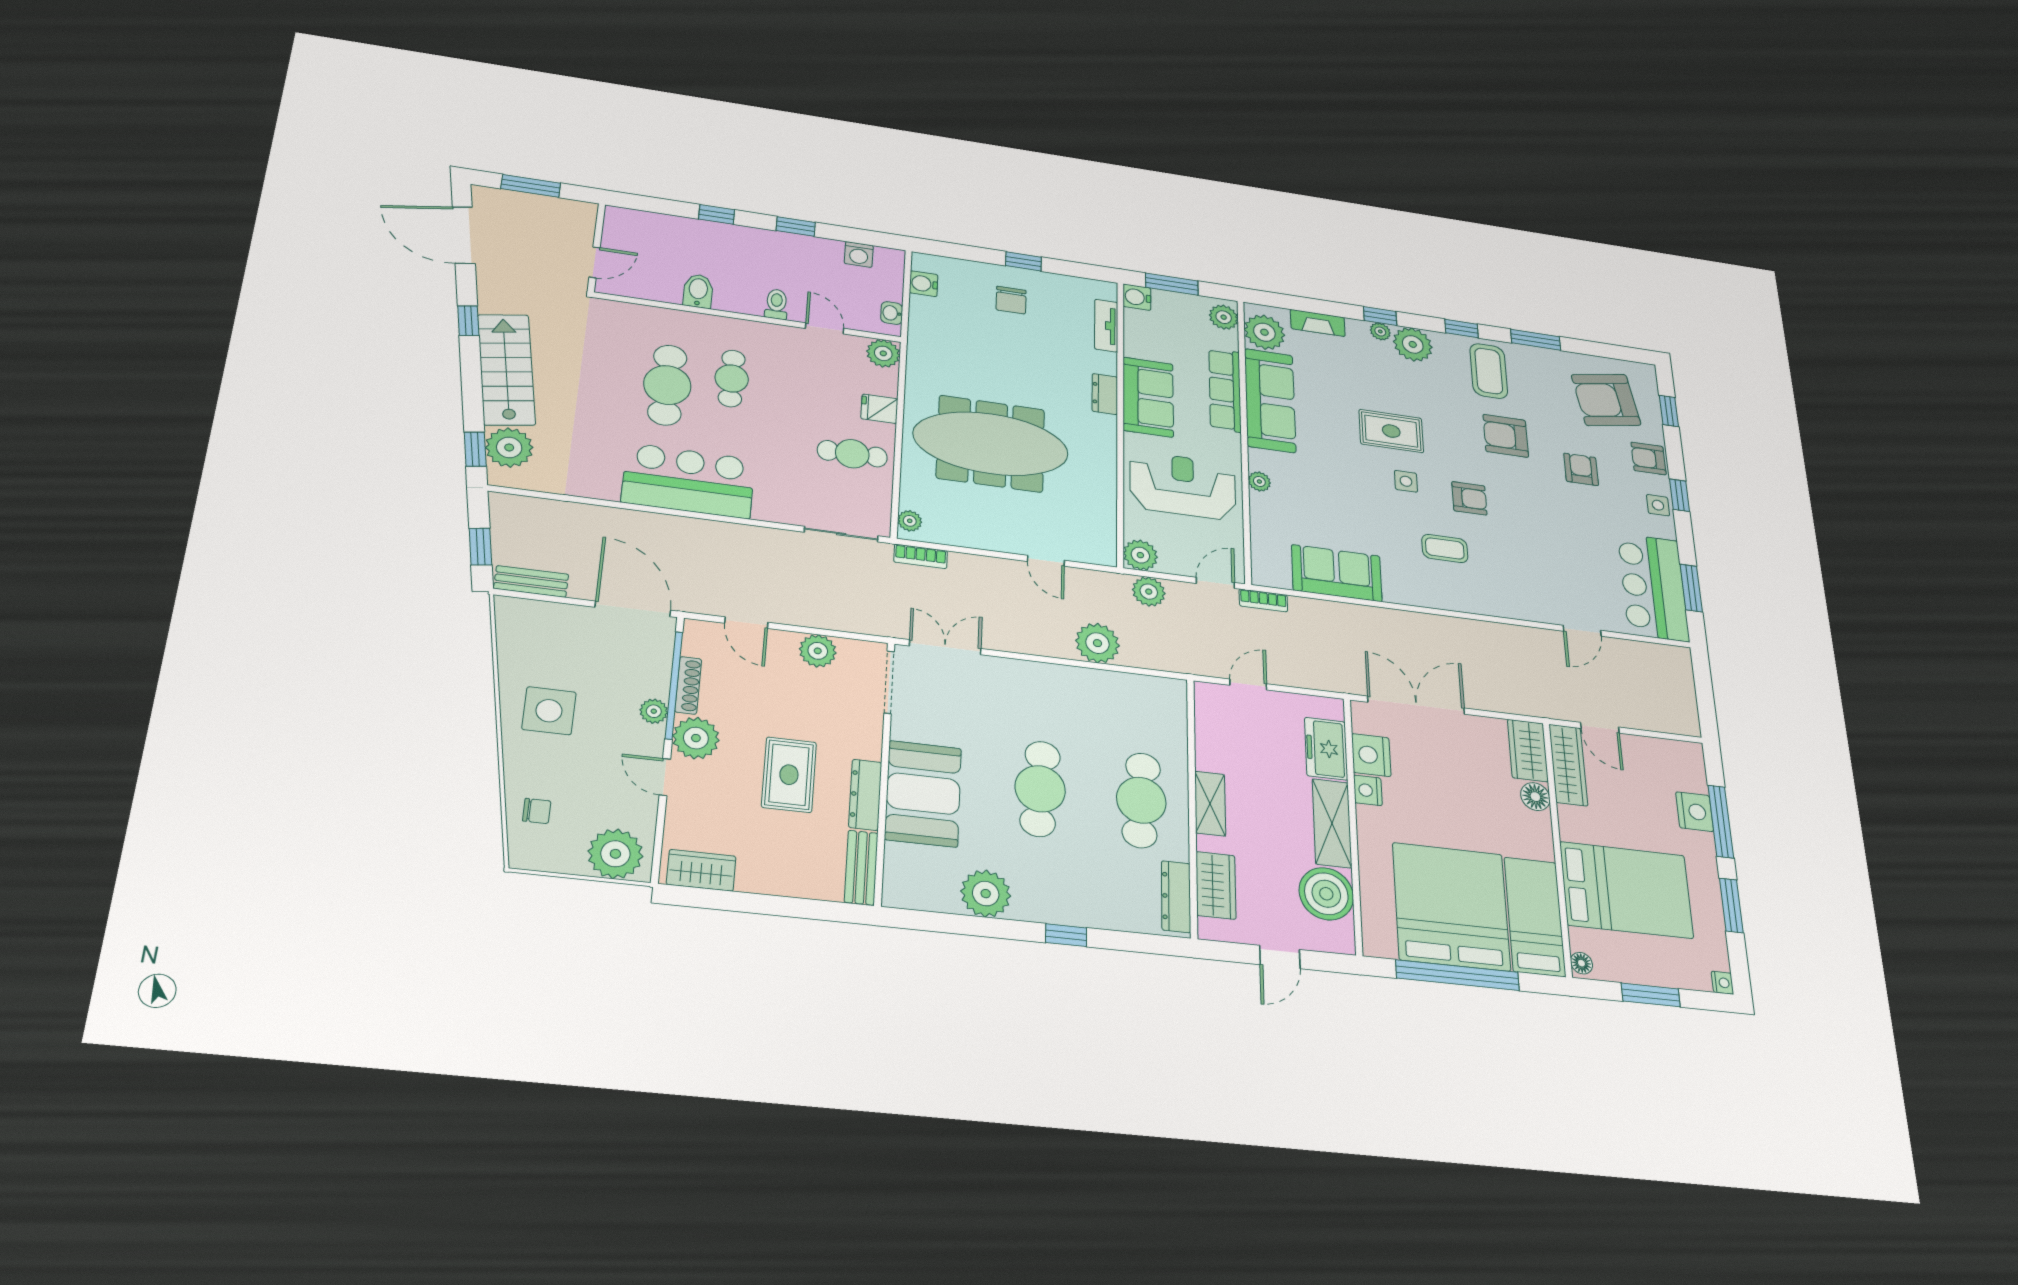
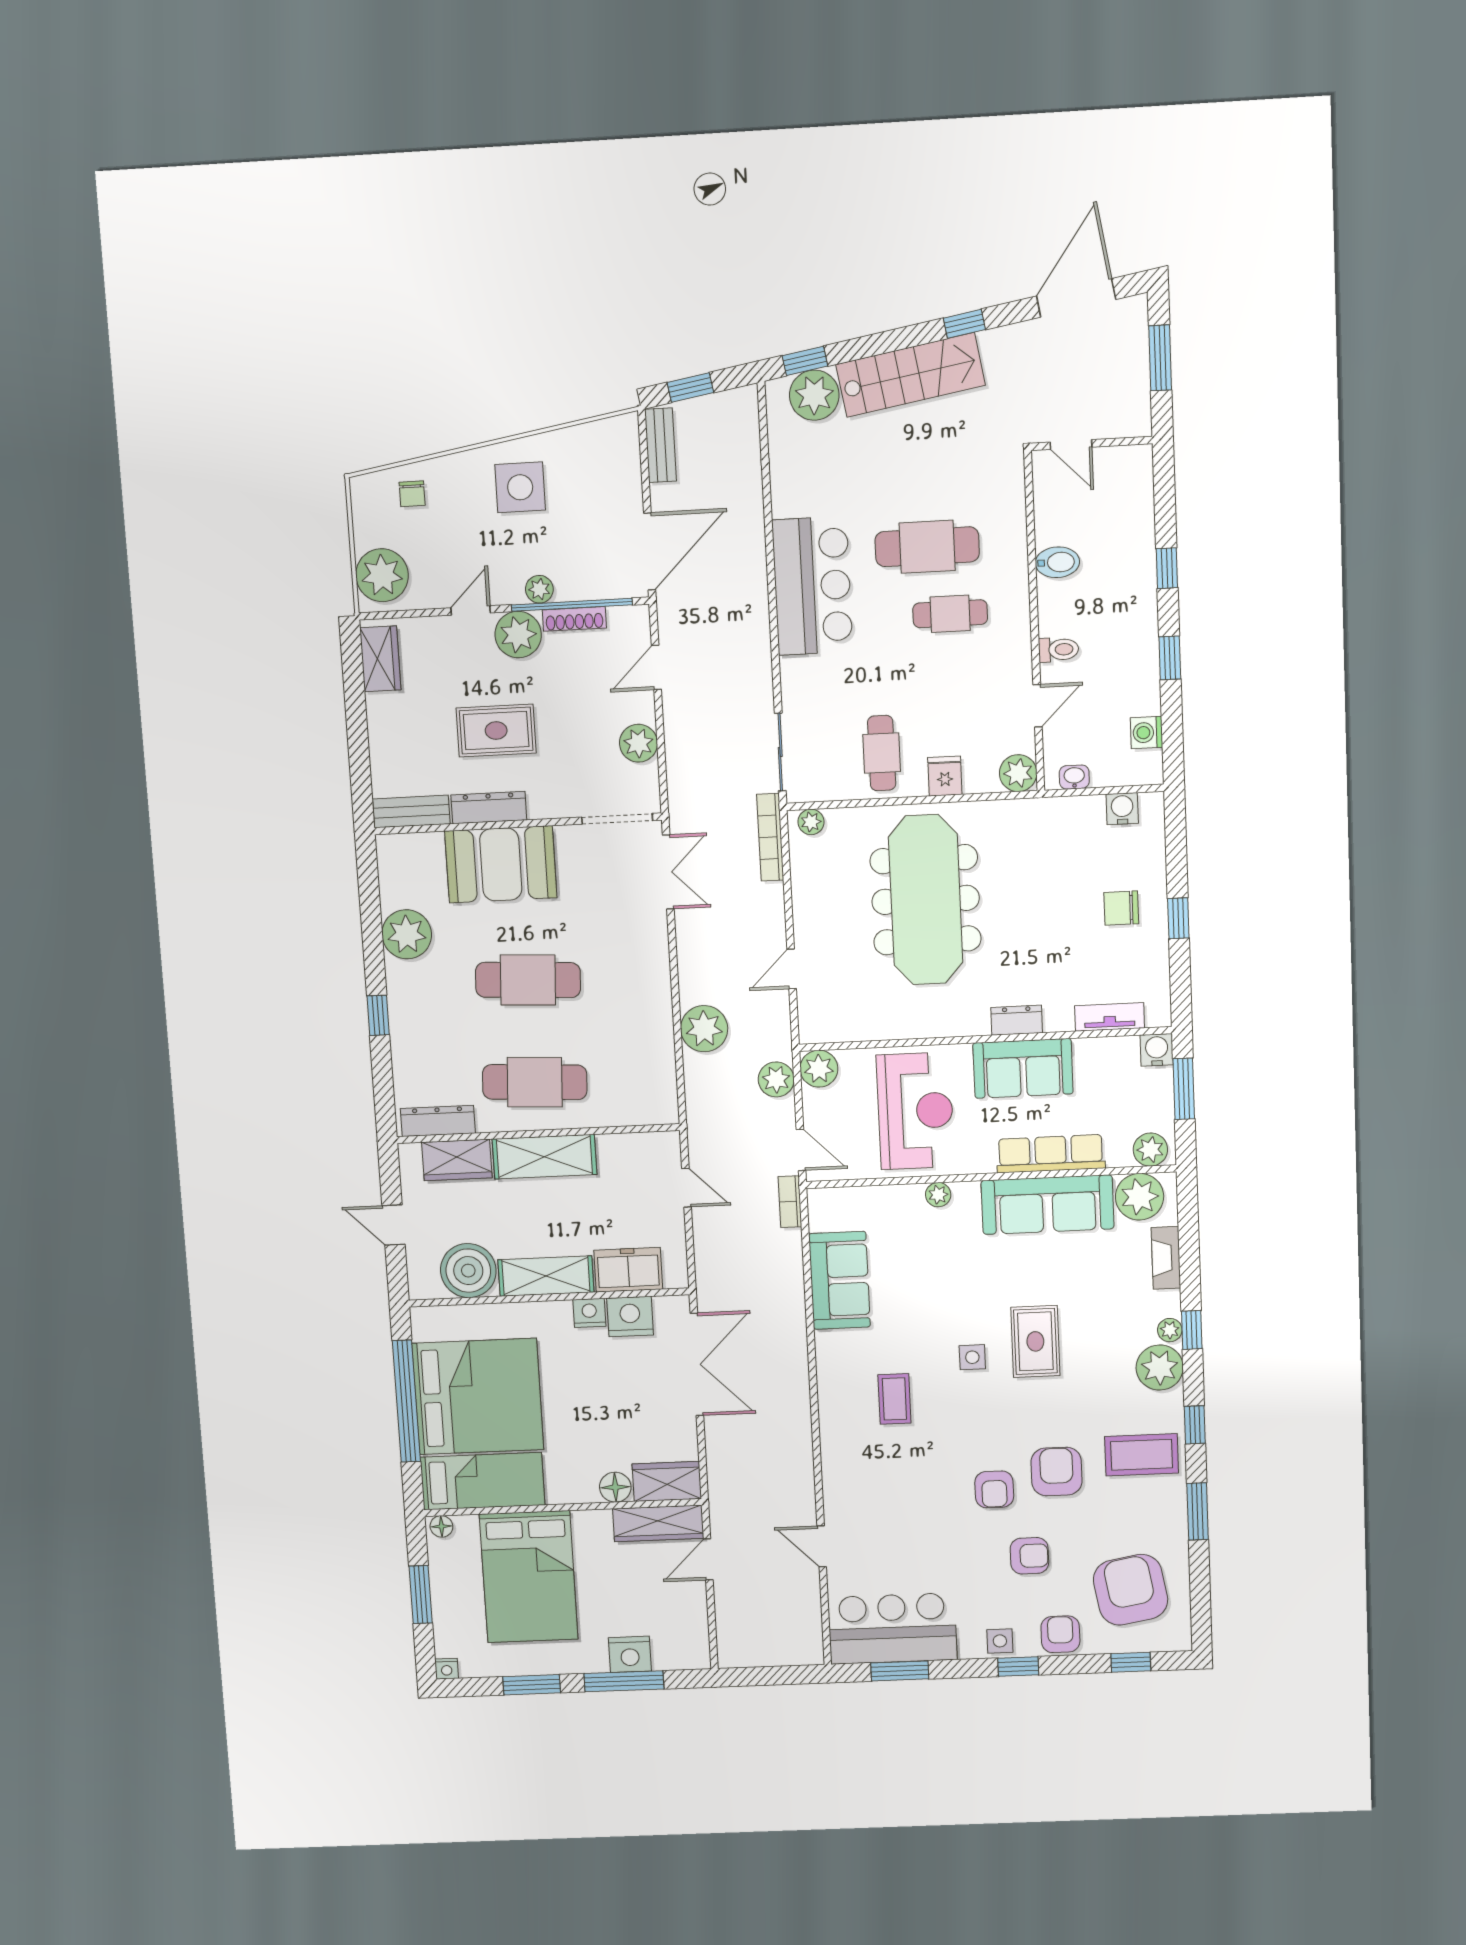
armchair: (1469, 498) -> (994, 1489), moved
bookcase: (921, 556) -> (770, 837), width x1.56
shelving: (1210, 804) -> (544, 1157), width x1.50, depth x1.33

